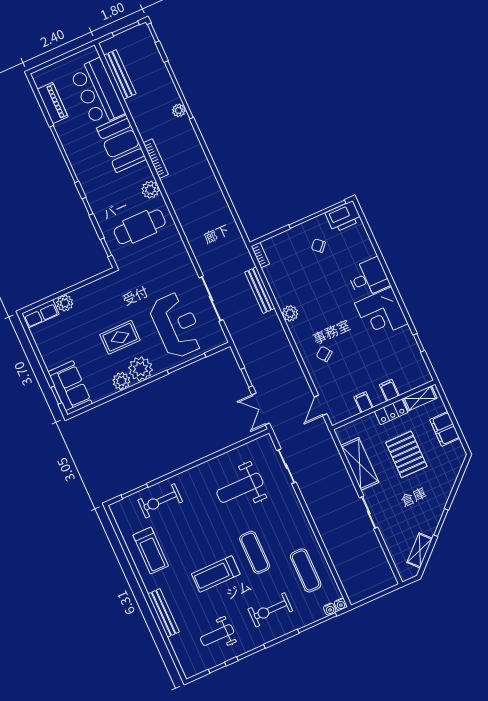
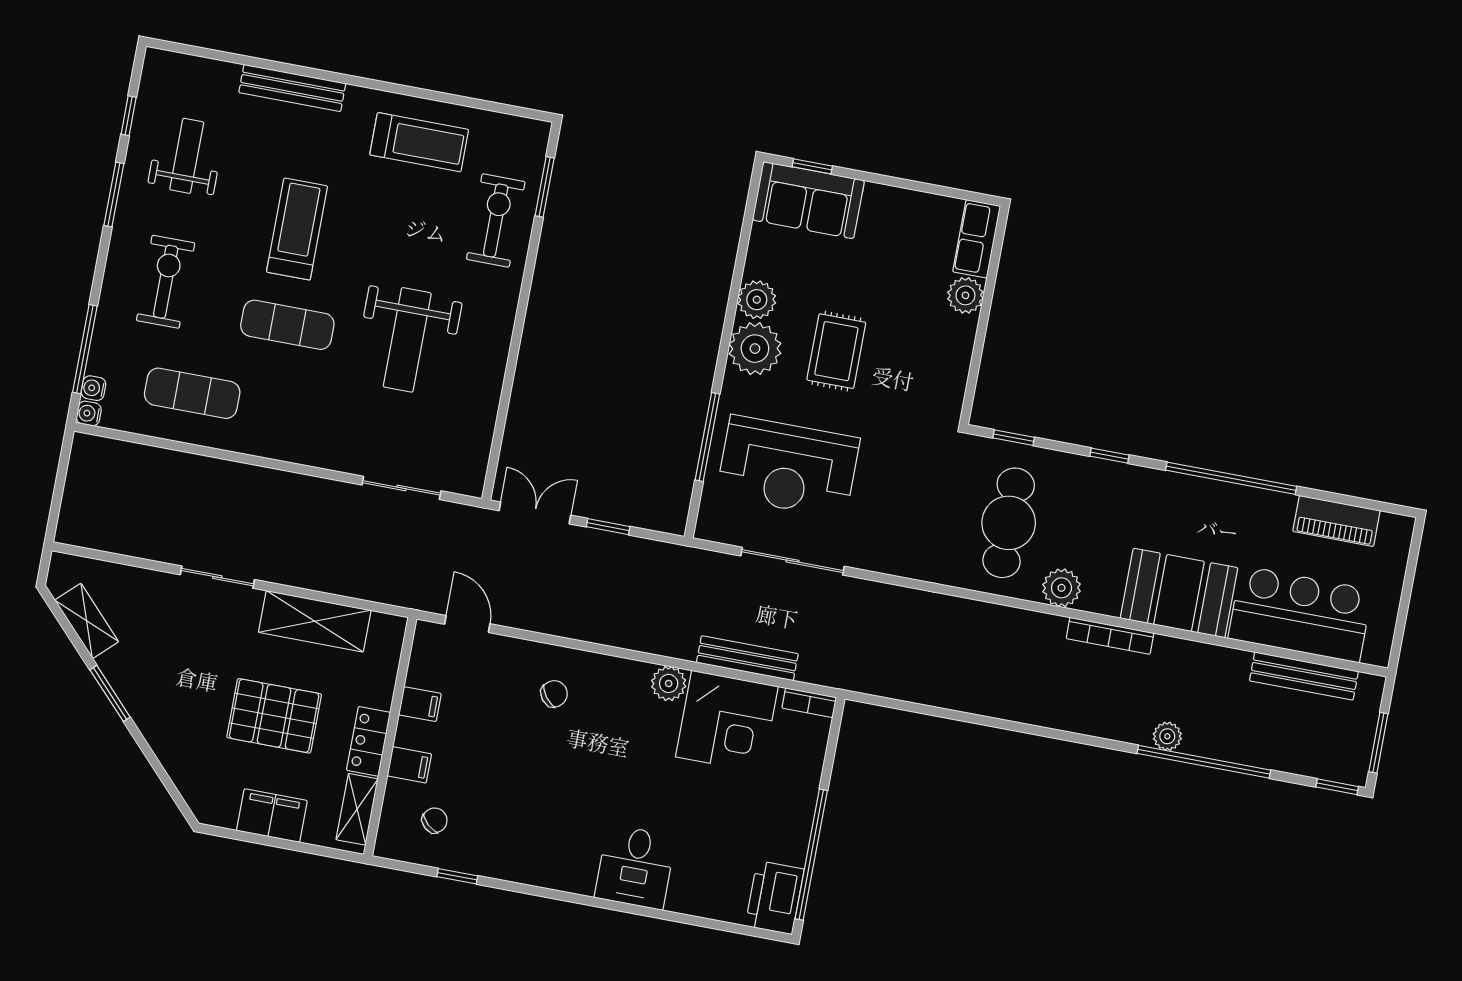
chair: (319, 246) -> (435, 820), moved
corner desk: (381, 313) -> (727, 722), moved, turned 180
weight bench: (240, 488) -> (407, 340), moved, turned 180
treadmill: (151, 550) -> (419, 142), turned 180

